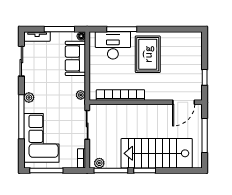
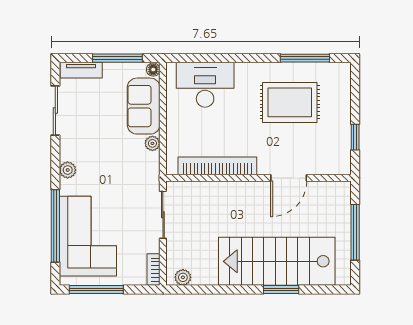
window: (122, 29) -> (305, 58), moved
rug: (148, 54) -> (290, 102), moved, turned 90
plant: (81, 95) -> (152, 143), moved
door: (184, 102) -> (289, 178), moved
window: (21, 117) -> (55, 226), moved
window: (111, 171) -> (202, 289), removed
window: (145, 171) -> (281, 289), moved

